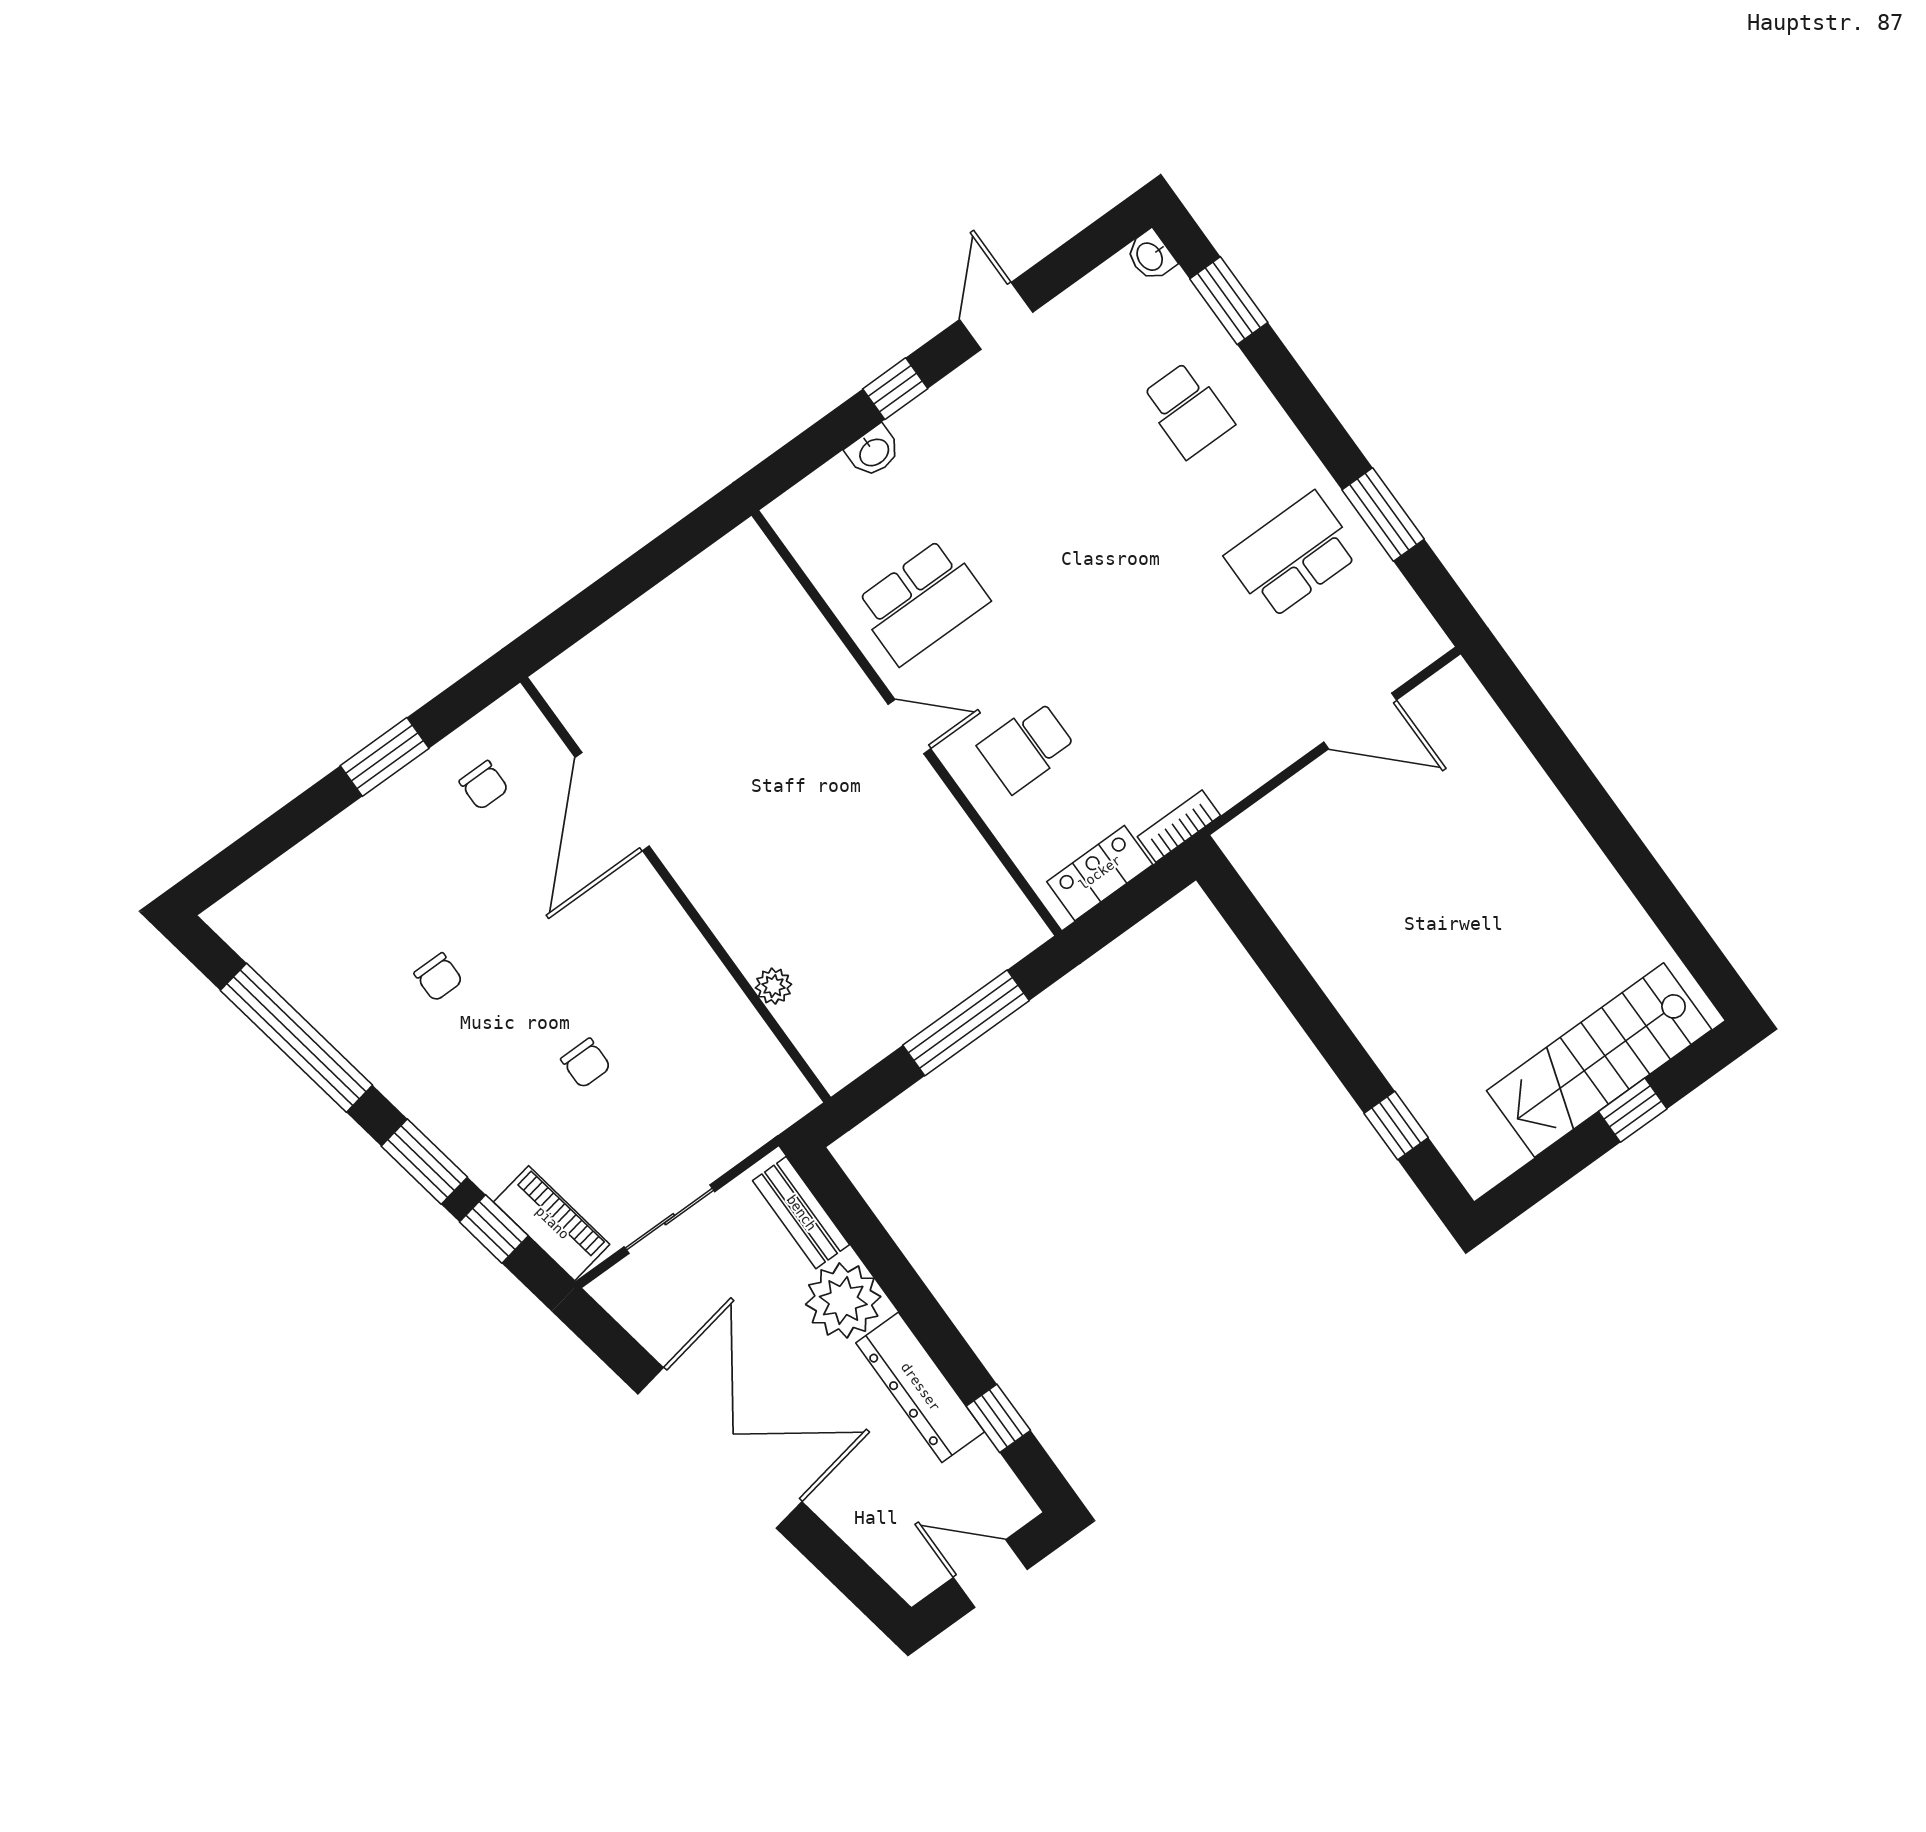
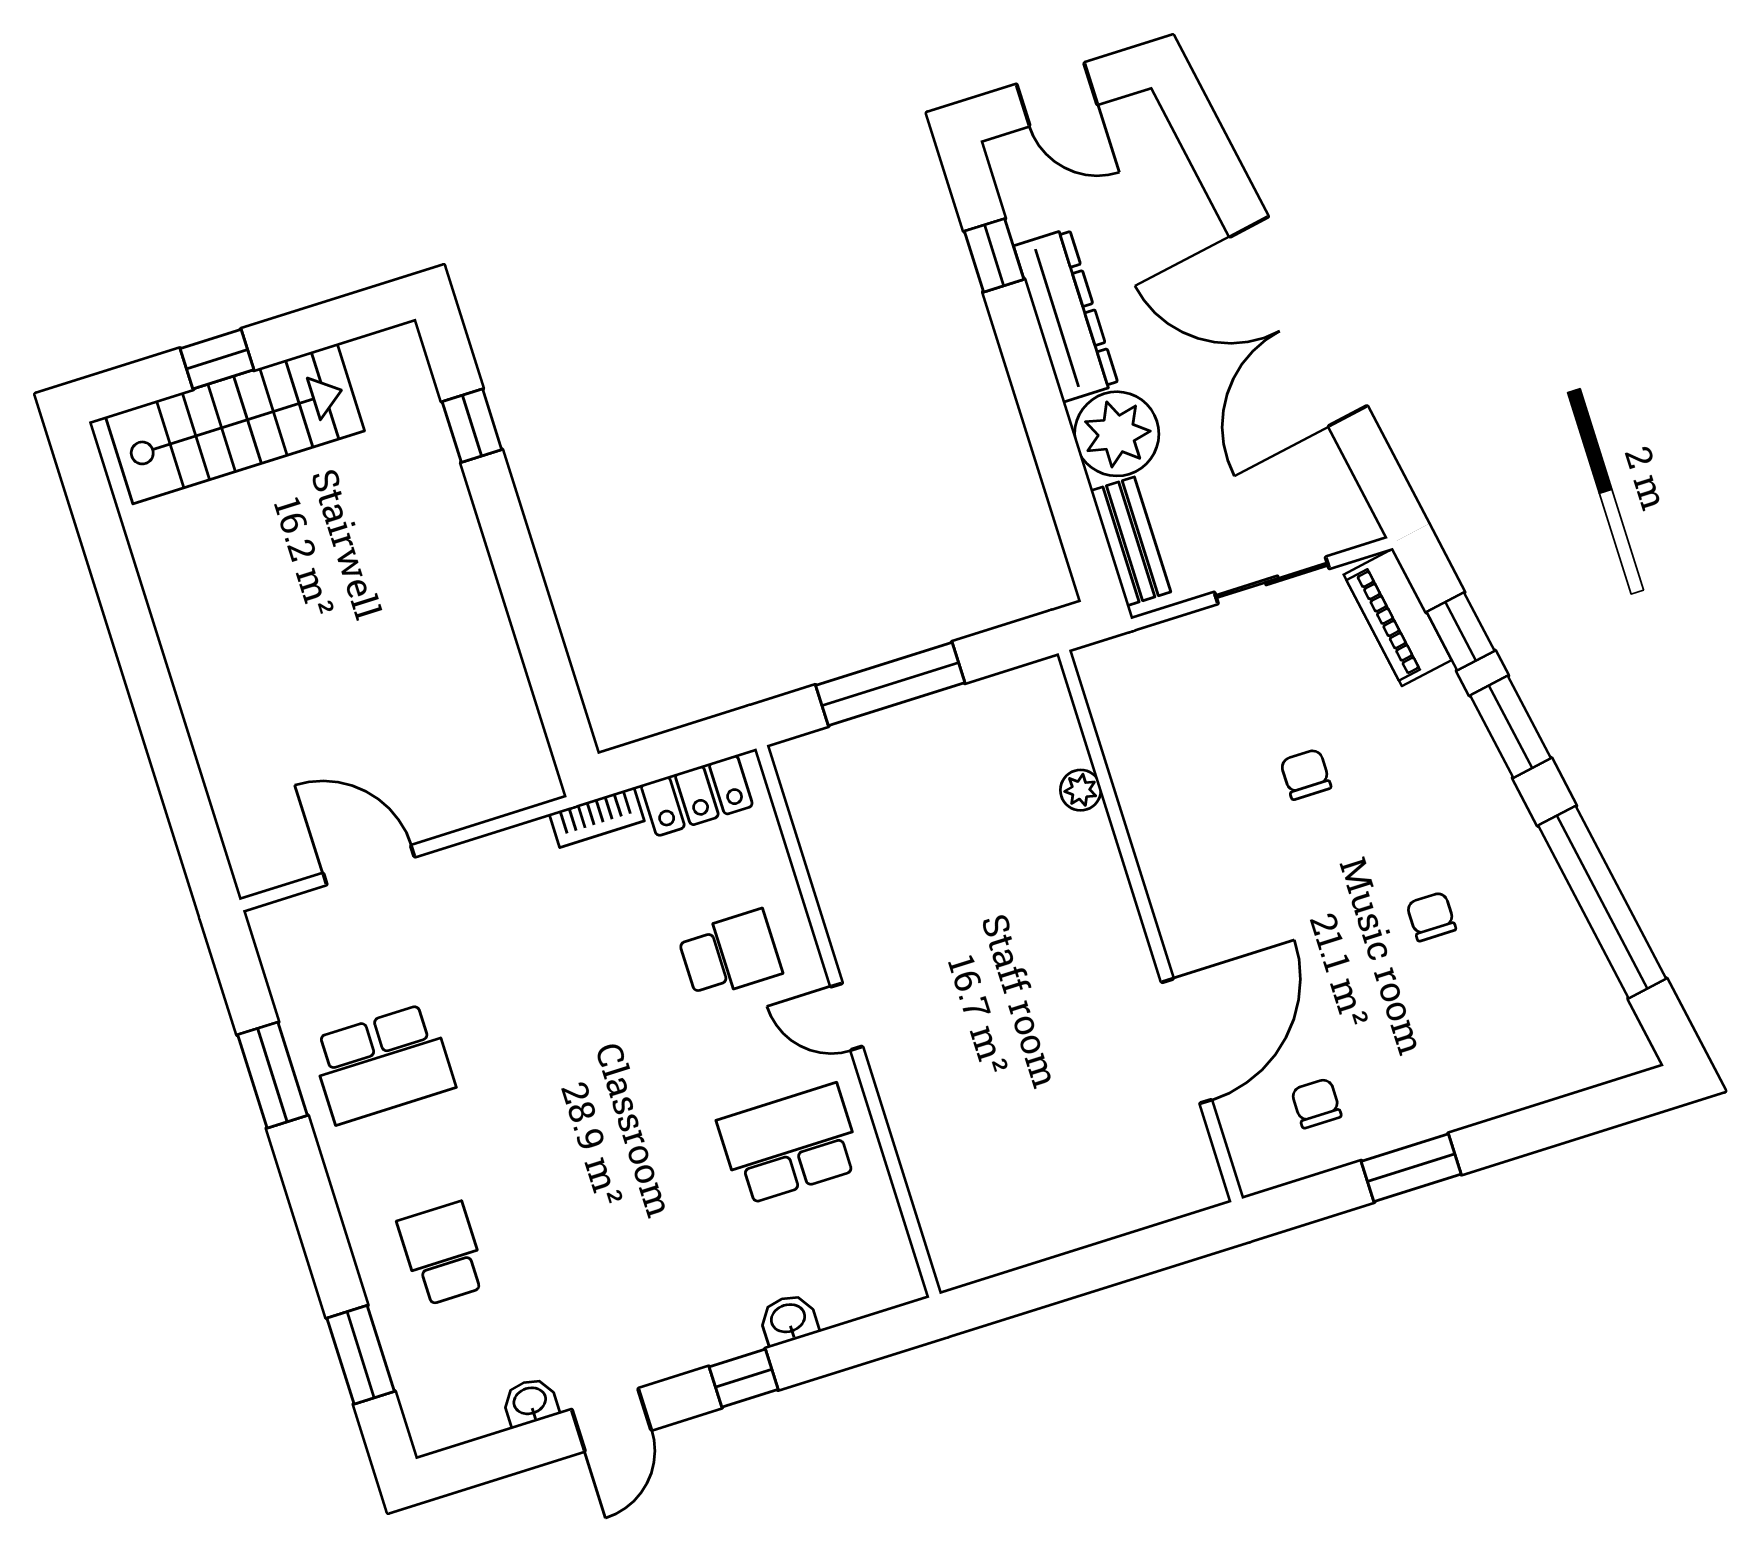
washbasin: (1151, 256) -> (530, 1402), moved, turned -90

